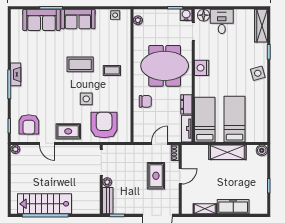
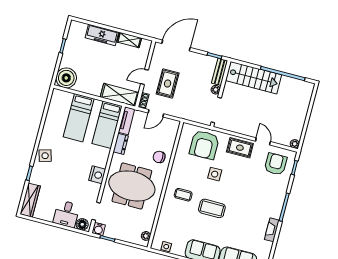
fireplace: (16, 74) -> (272, 230), moved
boiler: (262, 150) -> (66, 78), width x1.86, depth x1.86
shelving: (227, 152) -> (120, 95), moved
stairs: (44, 204) -> (254, 78), moved

